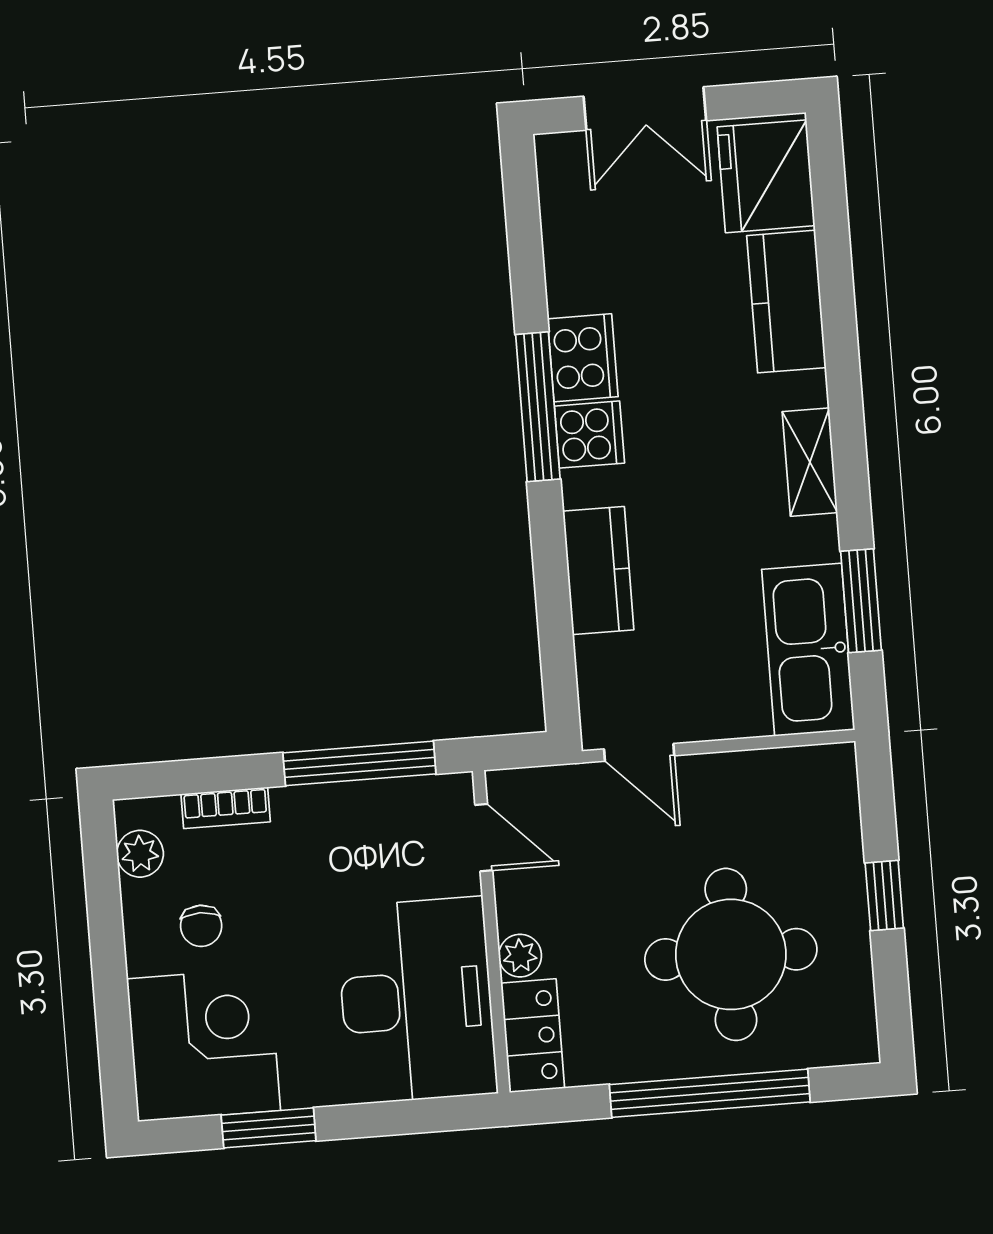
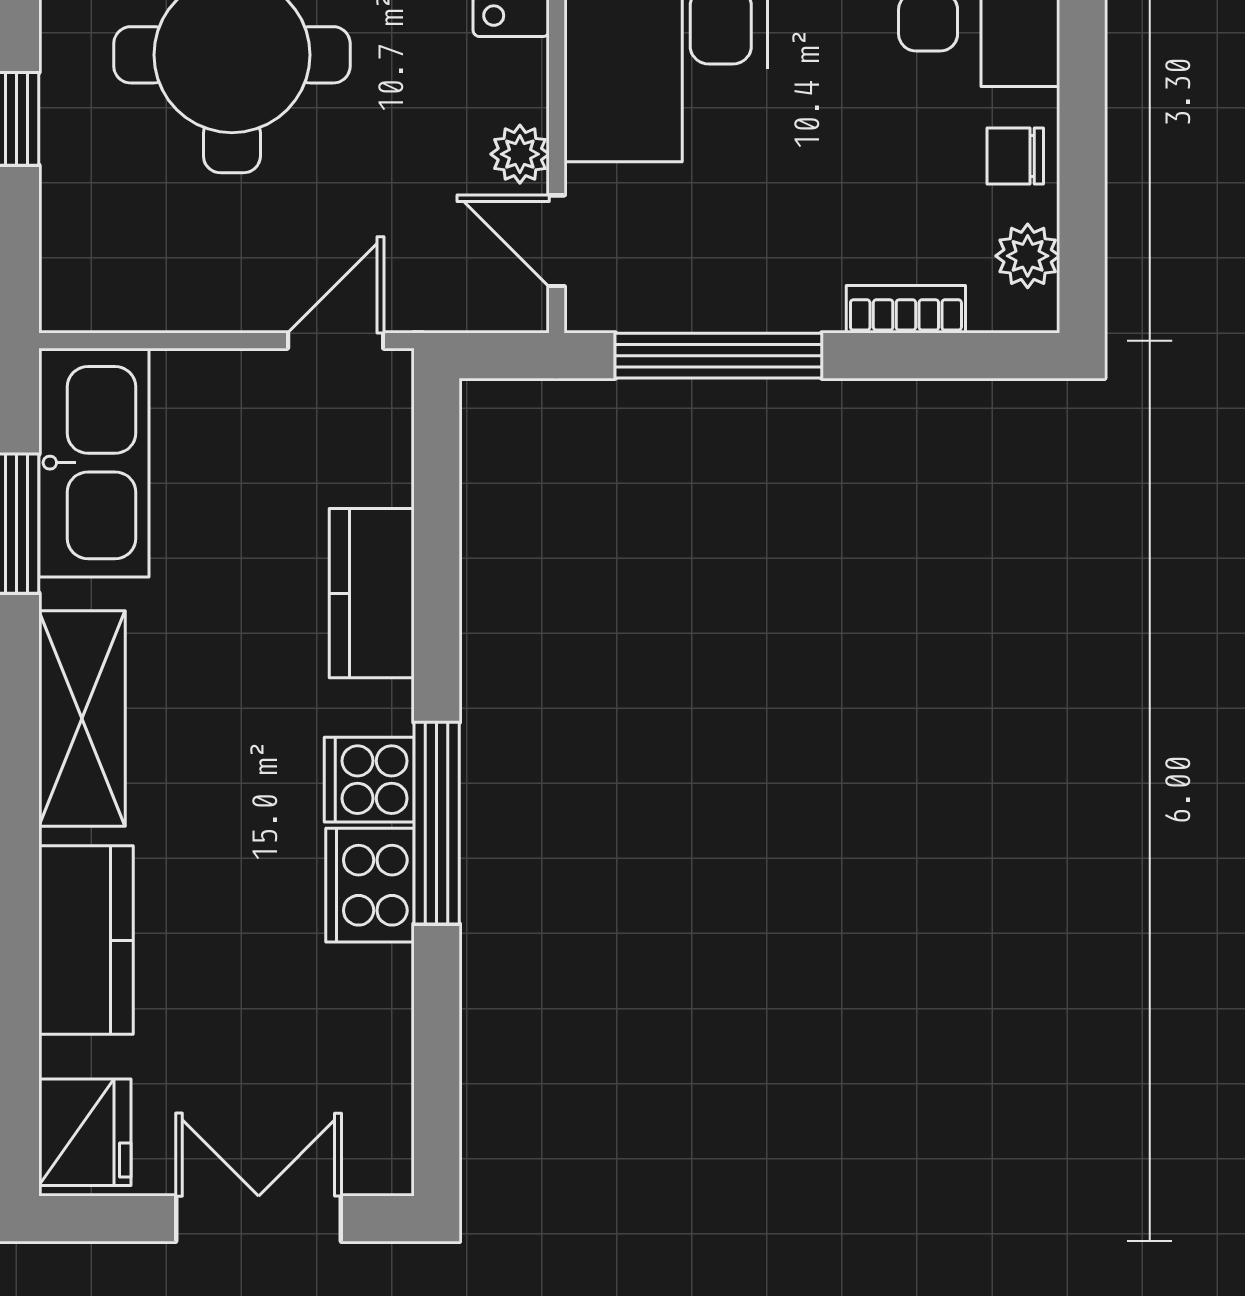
fridge: (766, 176) -> (85, 1132), width x0.73, depth x0.75
shelving: (810, 462) -> (82, 718), width x1.50, depth x1.33
door: (639, 752) -> (336, 341), hinge flipped
chair: (201, 926) -> (1015, 156), moved, turned -90
plant: (520, 956) -> (520, 154), moved

